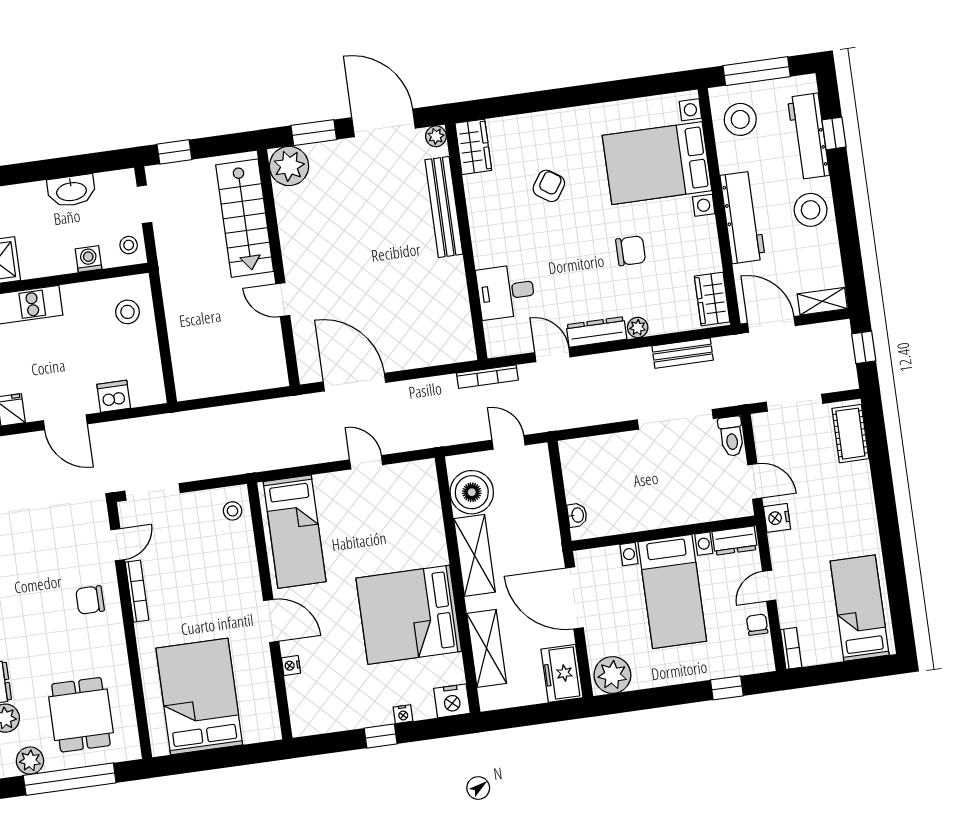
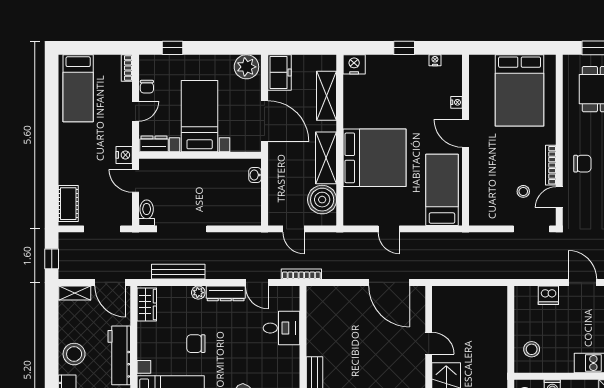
bench: (683, 353) -> (178, 272), width x1.36
stool: (233, 511) -> (523, 191), moved
bed: (409, 615) -> (375, 158), moved
nightstand: (403, 714) -> (435, 60), moved

